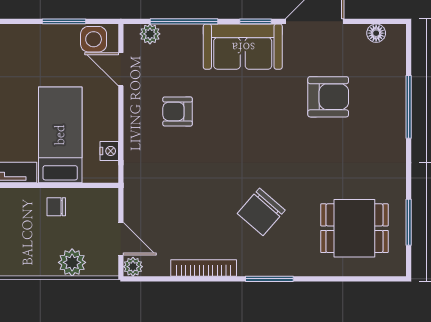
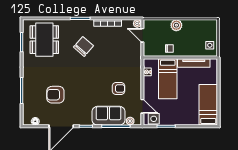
sofa: (243, 47) -> (108, 116), moved
dining table: (354, 228) -> (44, 40), width x1.38
plant: (72, 262) -> (176, 25), moved

